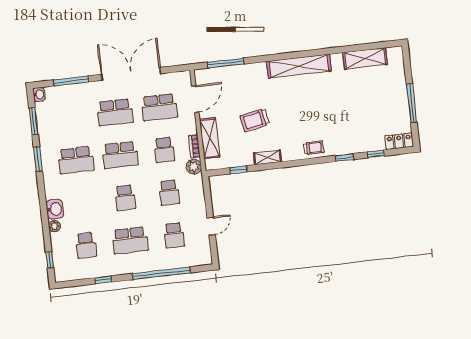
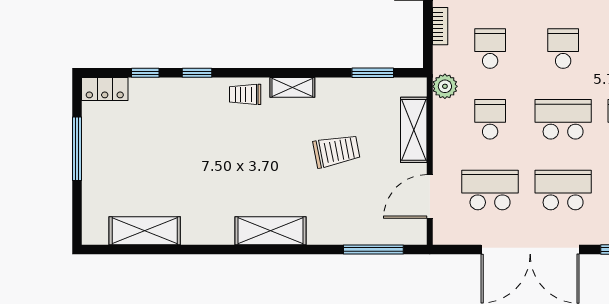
shelving: (299, 66) -> (271, 231), width x0.68
bookcase: (194, 146) -> (440, 26), moved
shelving: (267, 157) -> (292, 87), moved
window: (238, 170) -> (373, 73), width x1.50

